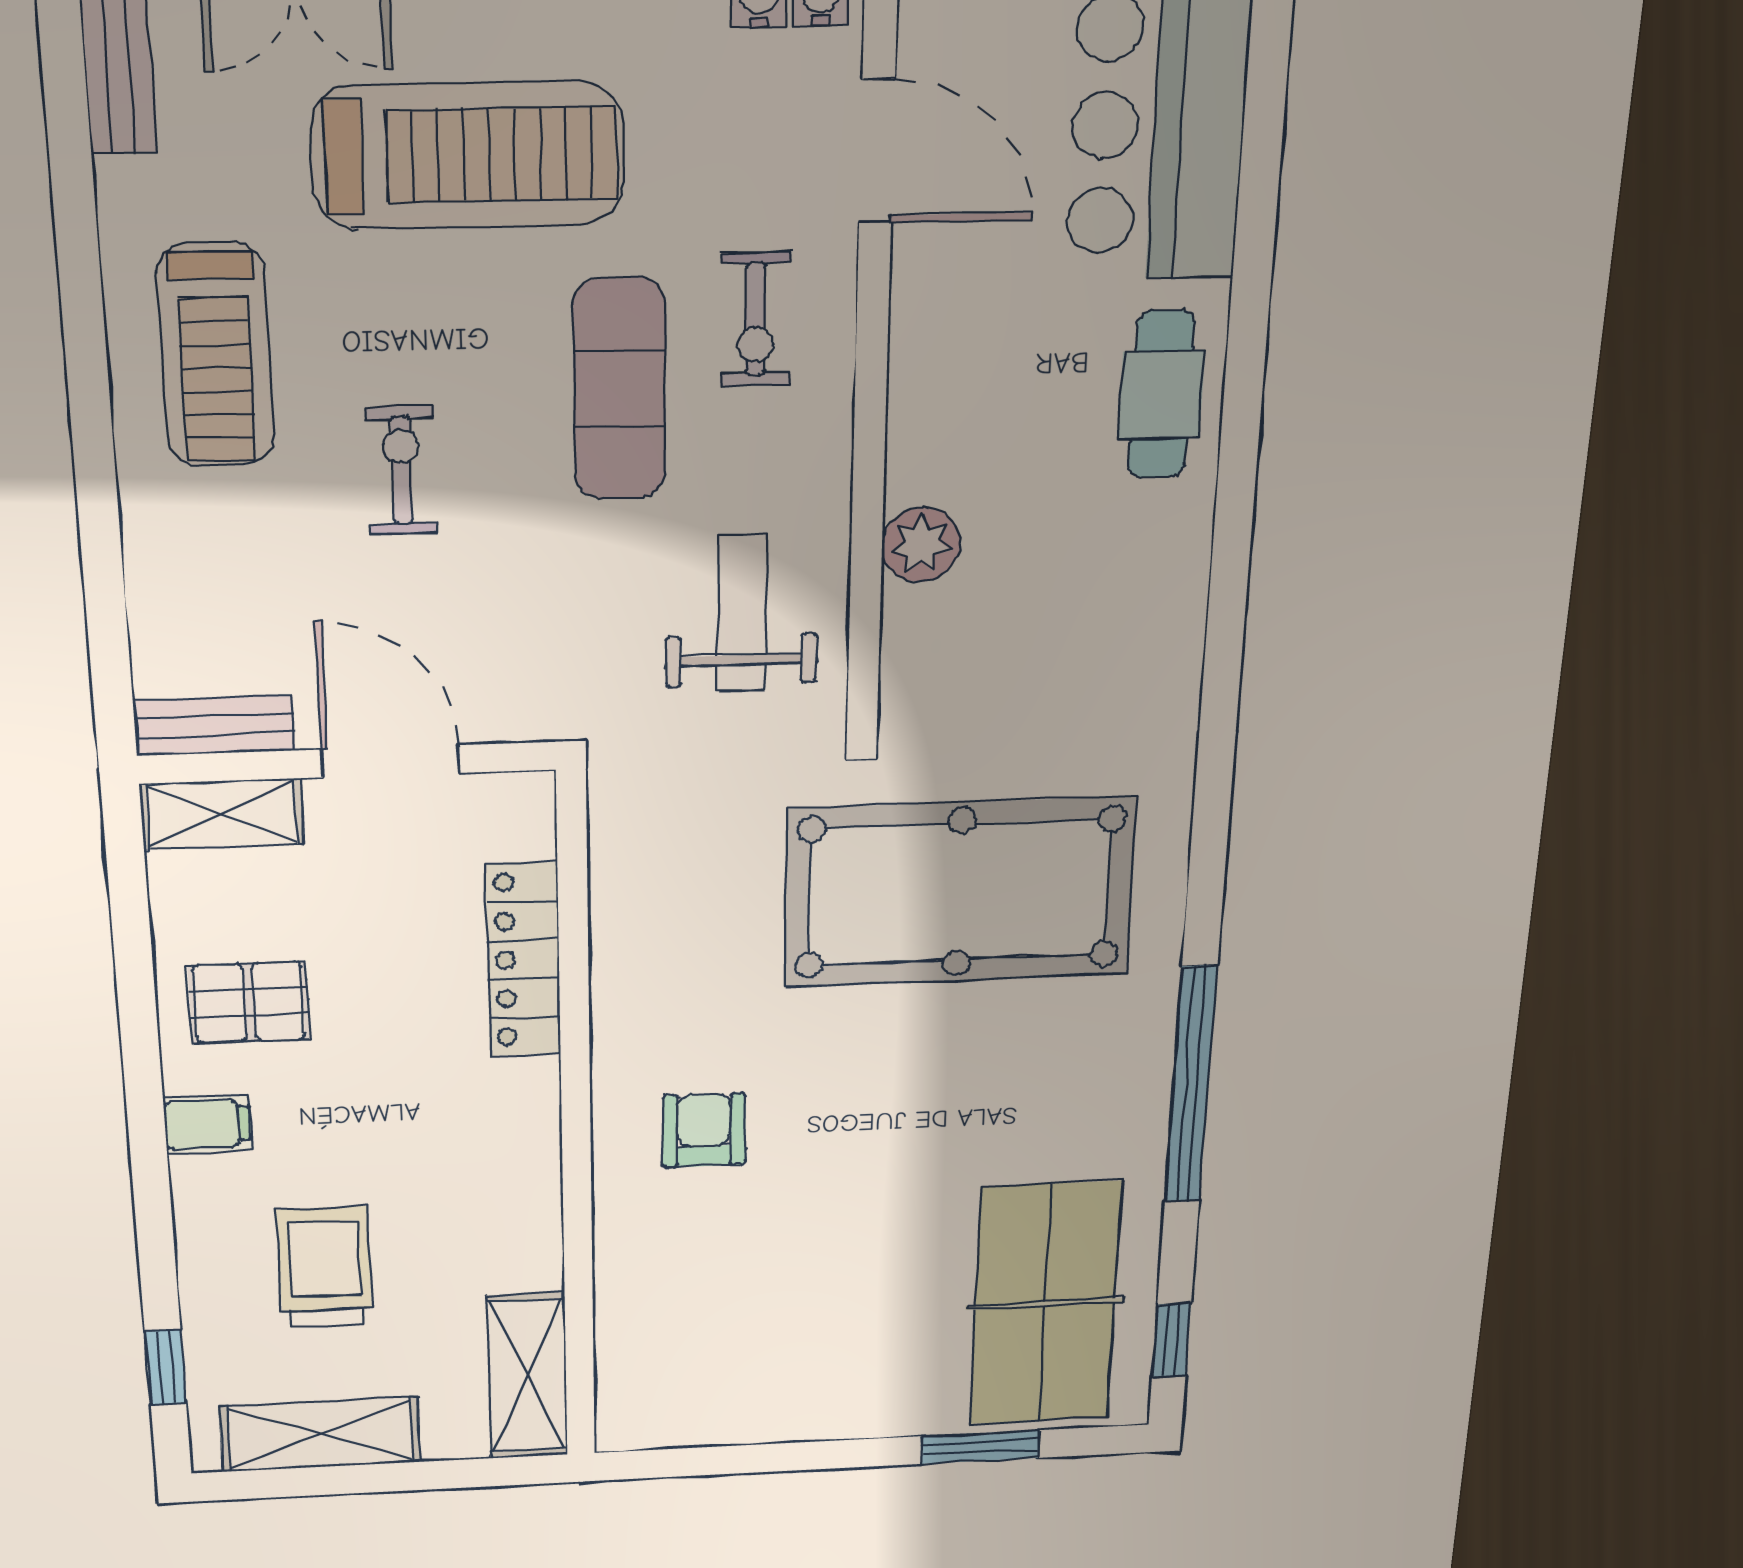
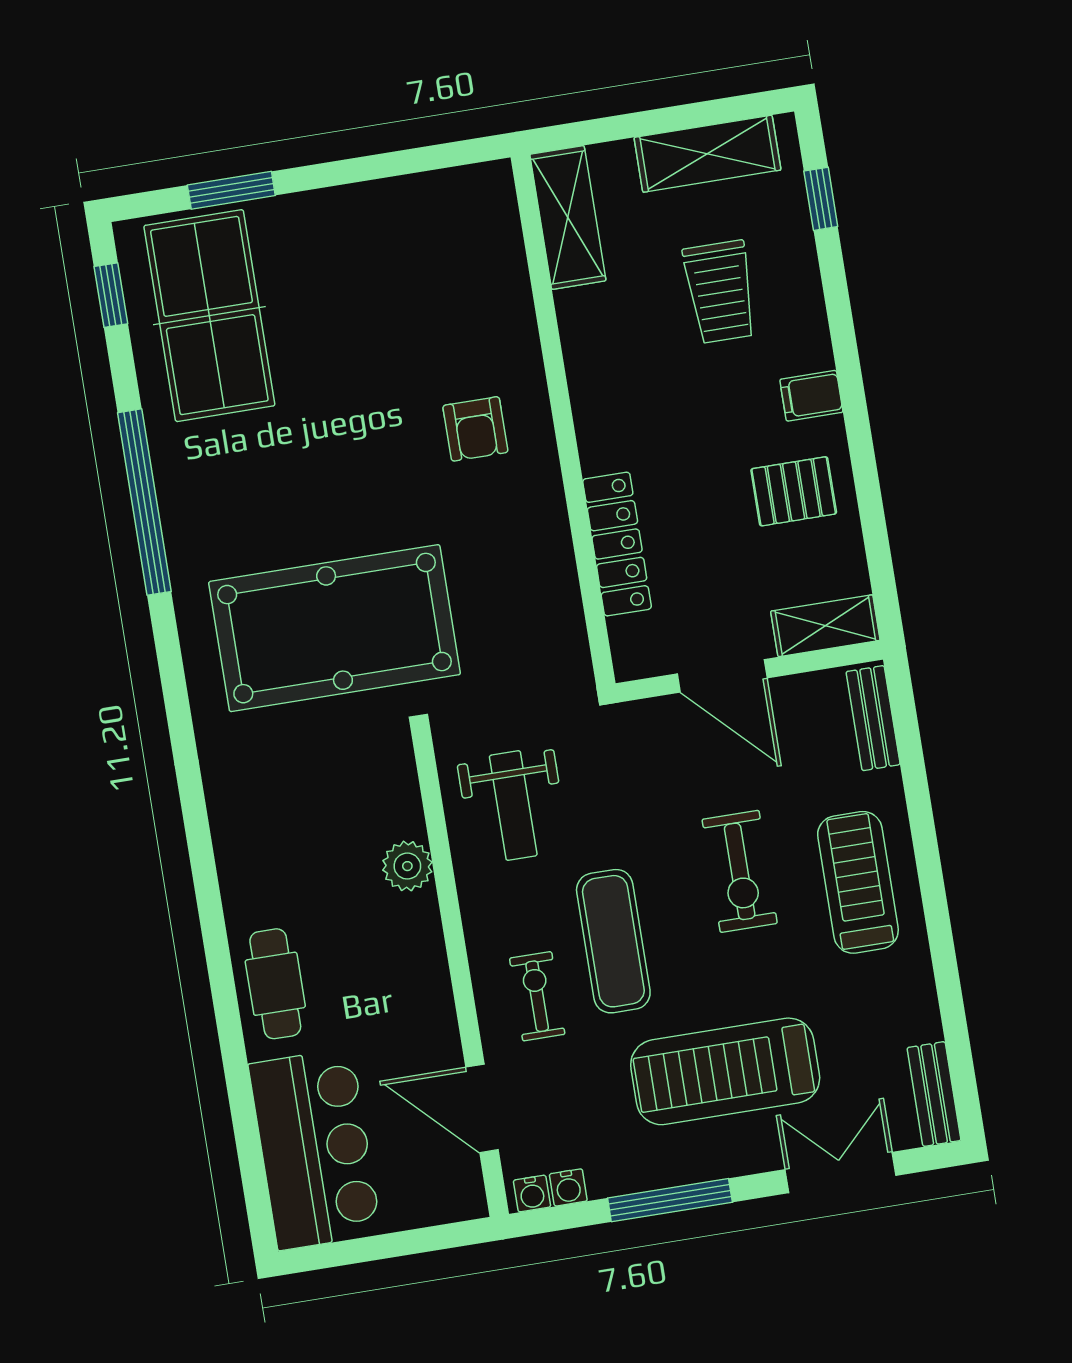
treadmill: (216, 355) -> (858, 882), moved
exercise bike: (402, 470) -> (740, 871), width x1.38, depth x1.39
bench: (214, 725) -> (873, 718), moved, turned 90

